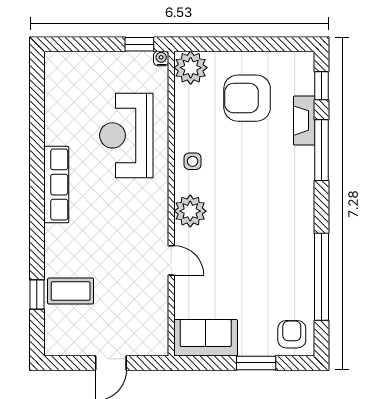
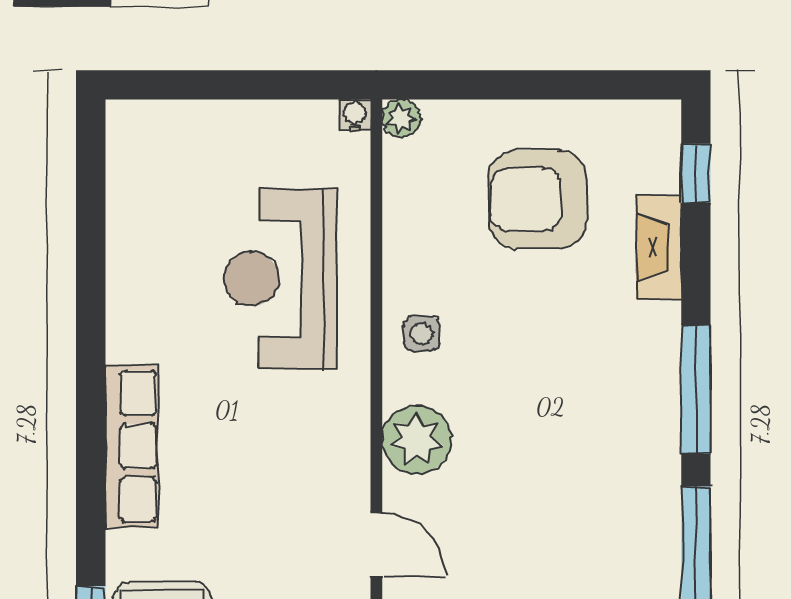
window: (139, 44) -> (309, 85), removed
plant: (191, 68) -> (401, 118), width x0.53, depth x0.53
window: (322, 150) -> (696, 390), moved
row of seats: (56, 185) -> (132, 446), moved

